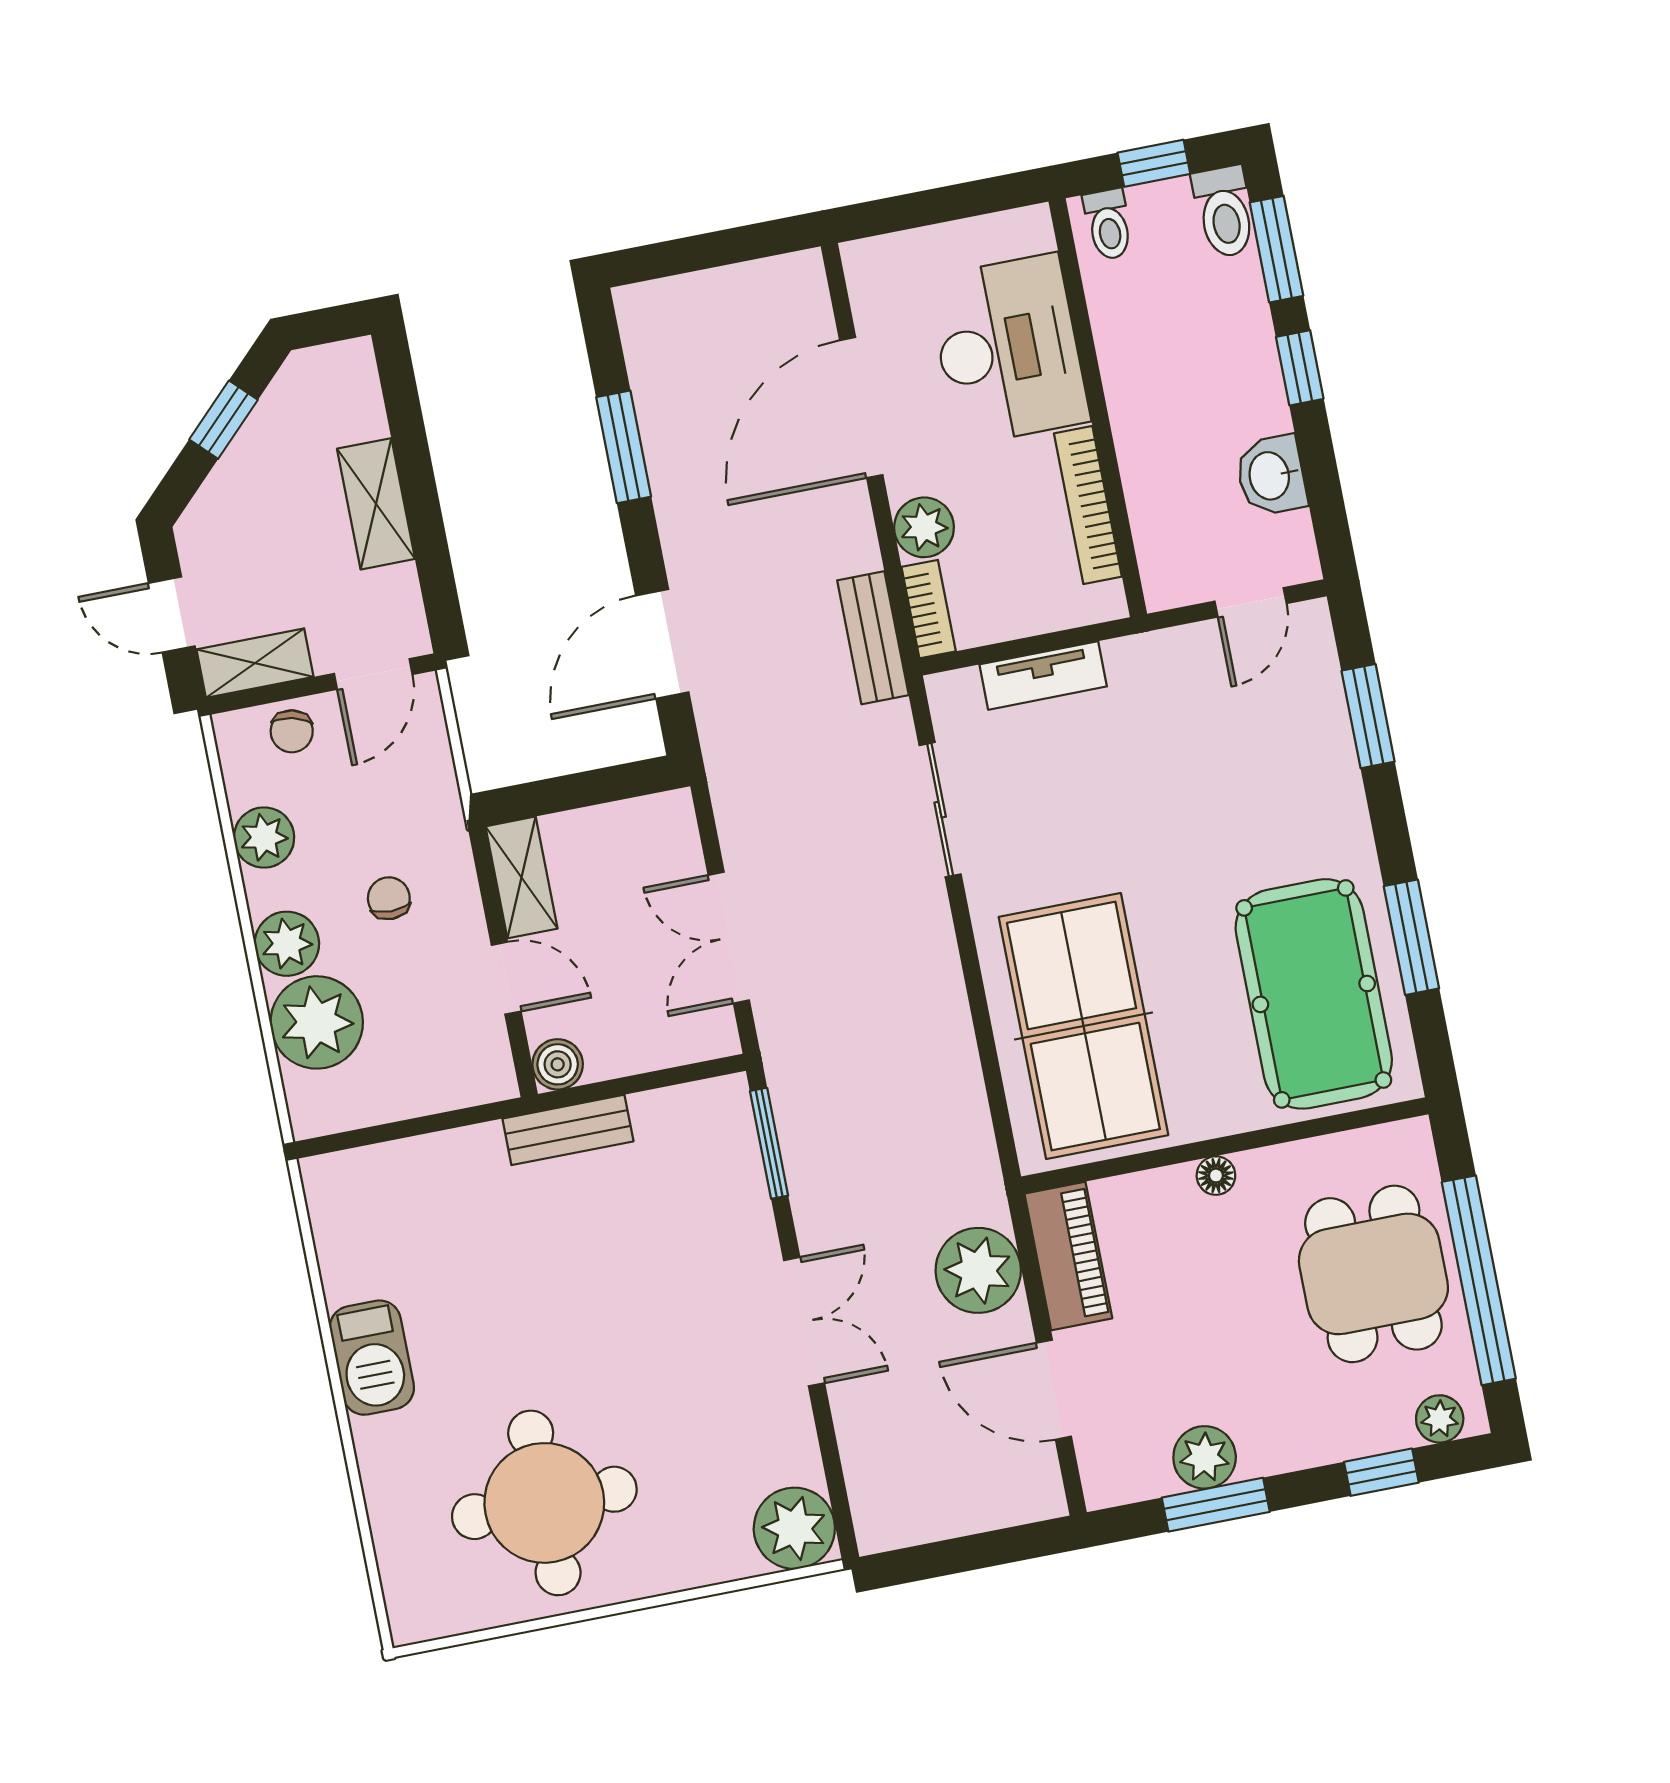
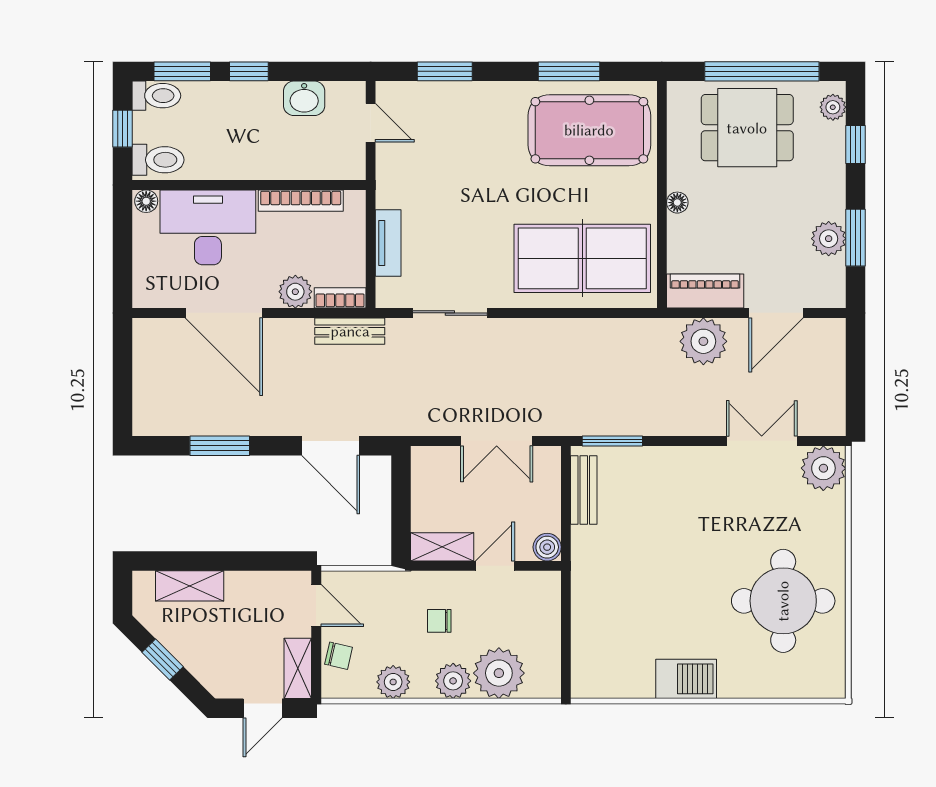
toilet: (1108, 224) -> (158, 160), width x1.37, depth x1.39
floor lamp: (1033, 230) -> (146, 201), added
shelving: (376, 504) -> (190, 586), moved
bench: (568, 1130) -> (584, 490), moved
double door: (804, 1322) -> (762, 441), moved

